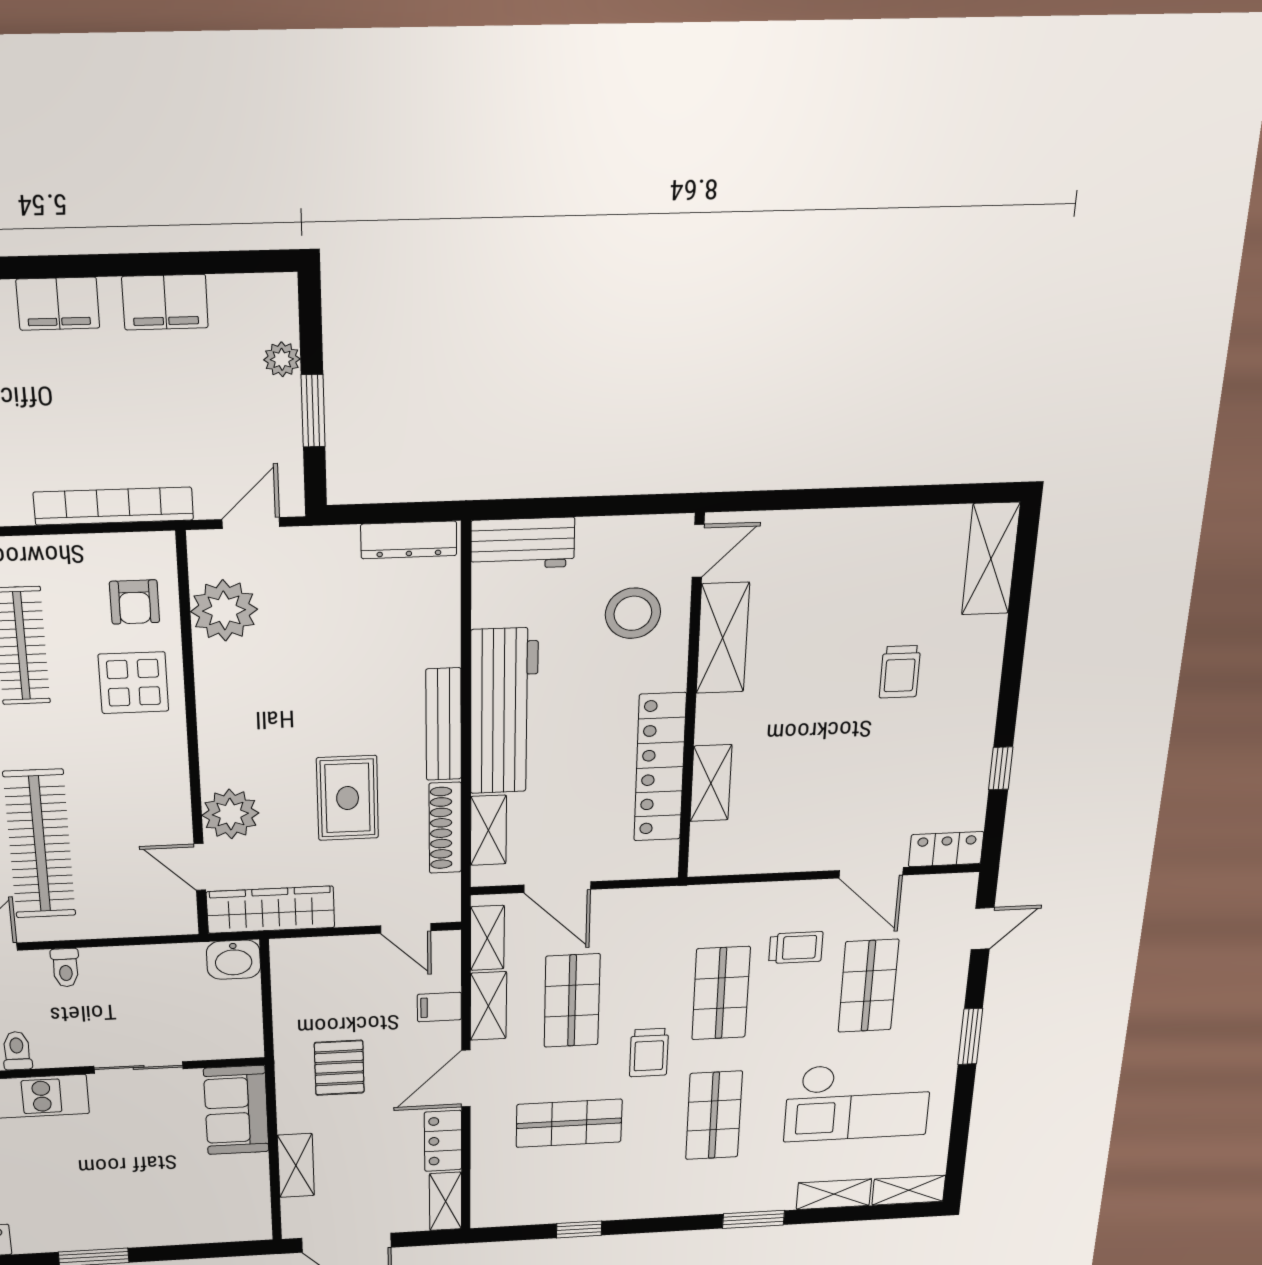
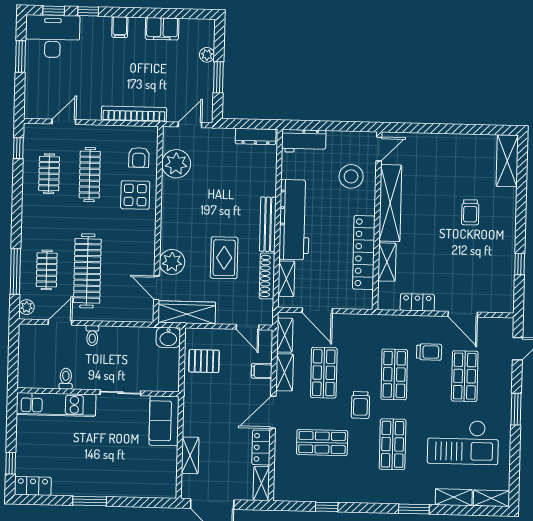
filing cabinet: (58, 304) -> (120, 27), width x0.50
shelving: (723, 638) -> (390, 203), width x1.47
locker: (946, 849) -> (417, 302), moved
pallet: (339, 1068) -> (204, 361), moved, turned 90

